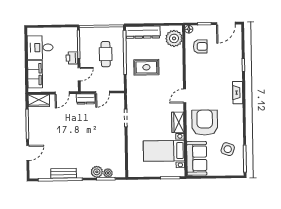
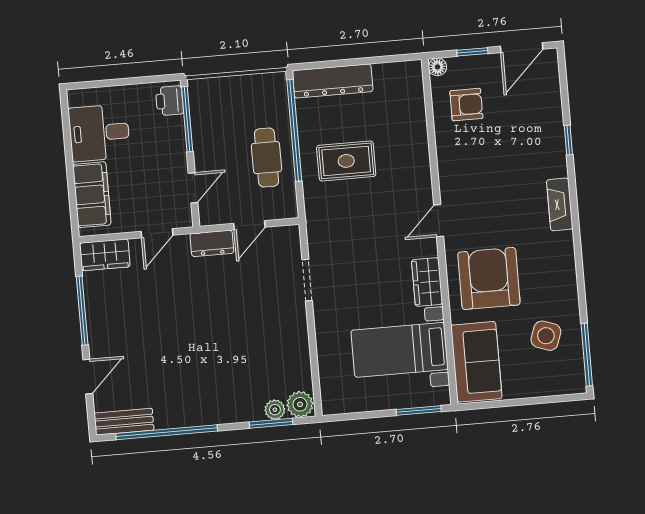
plant: (174, 38) -> (405, 90), removed
cafe table: (106, 54) -> (267, 158), moved
printer: (72, 58) -> (169, 101), moved
plant: (97, 172) -> (300, 404), moved
bench: (64, 173) -> (124, 422), moved

